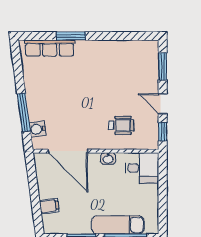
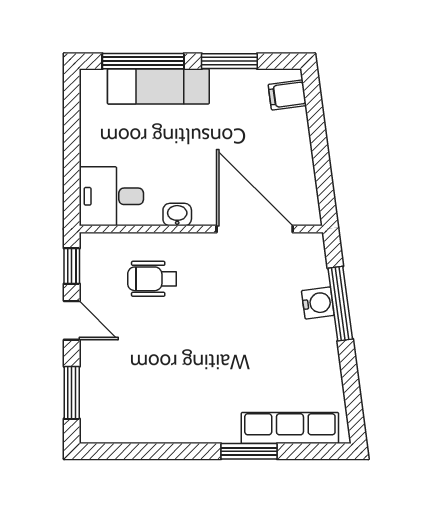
water cooler: (37, 129) -> (318, 303), moved
filing cabinet: (49, 206) -> (287, 95), moved

